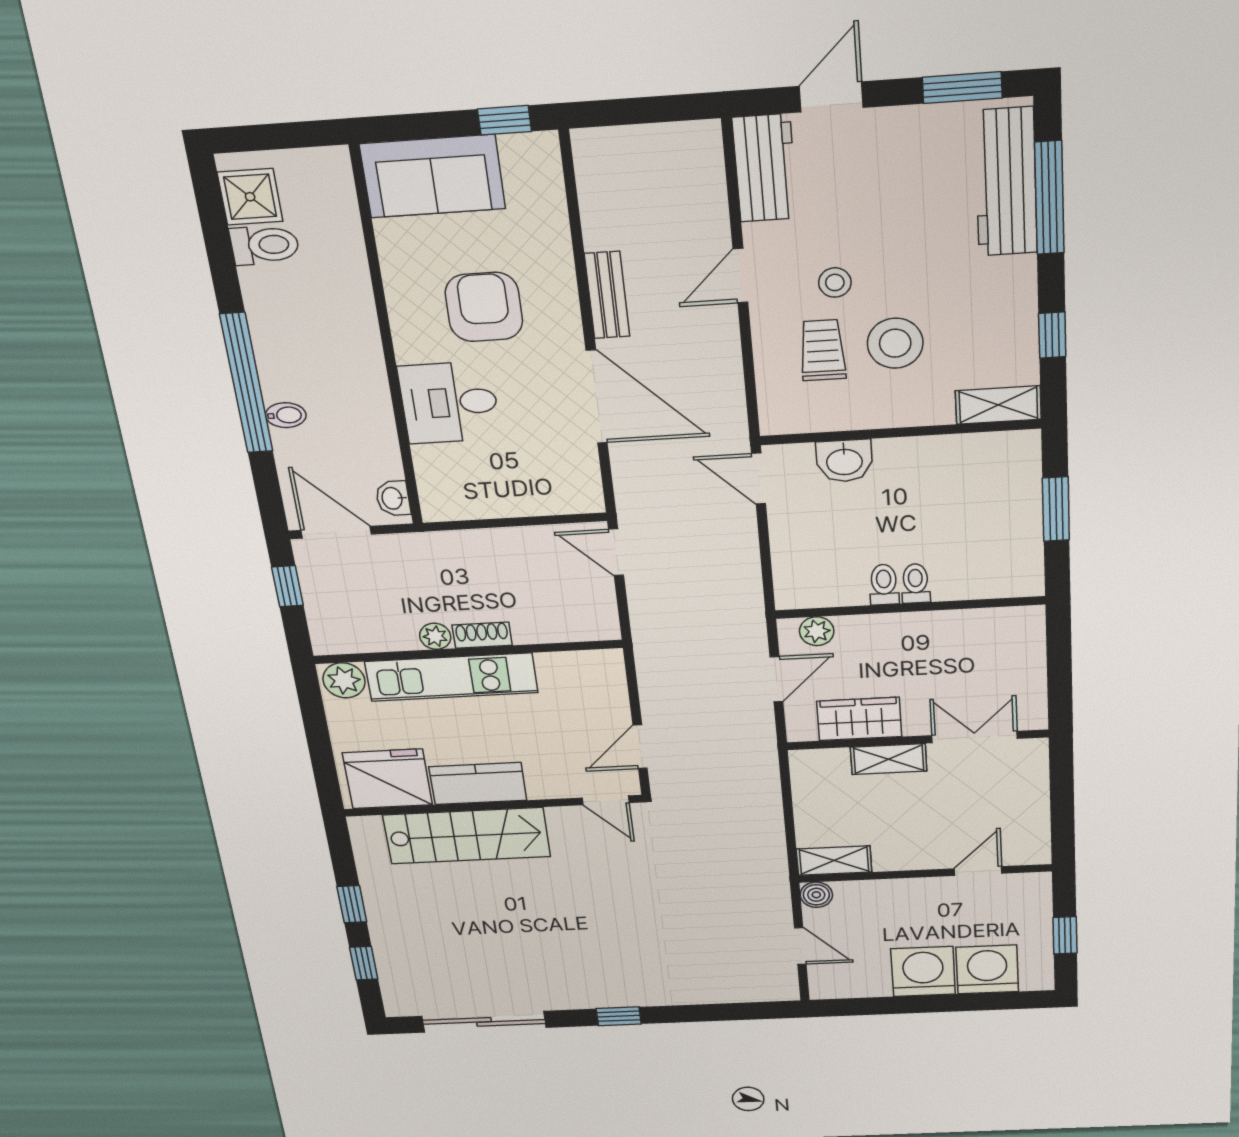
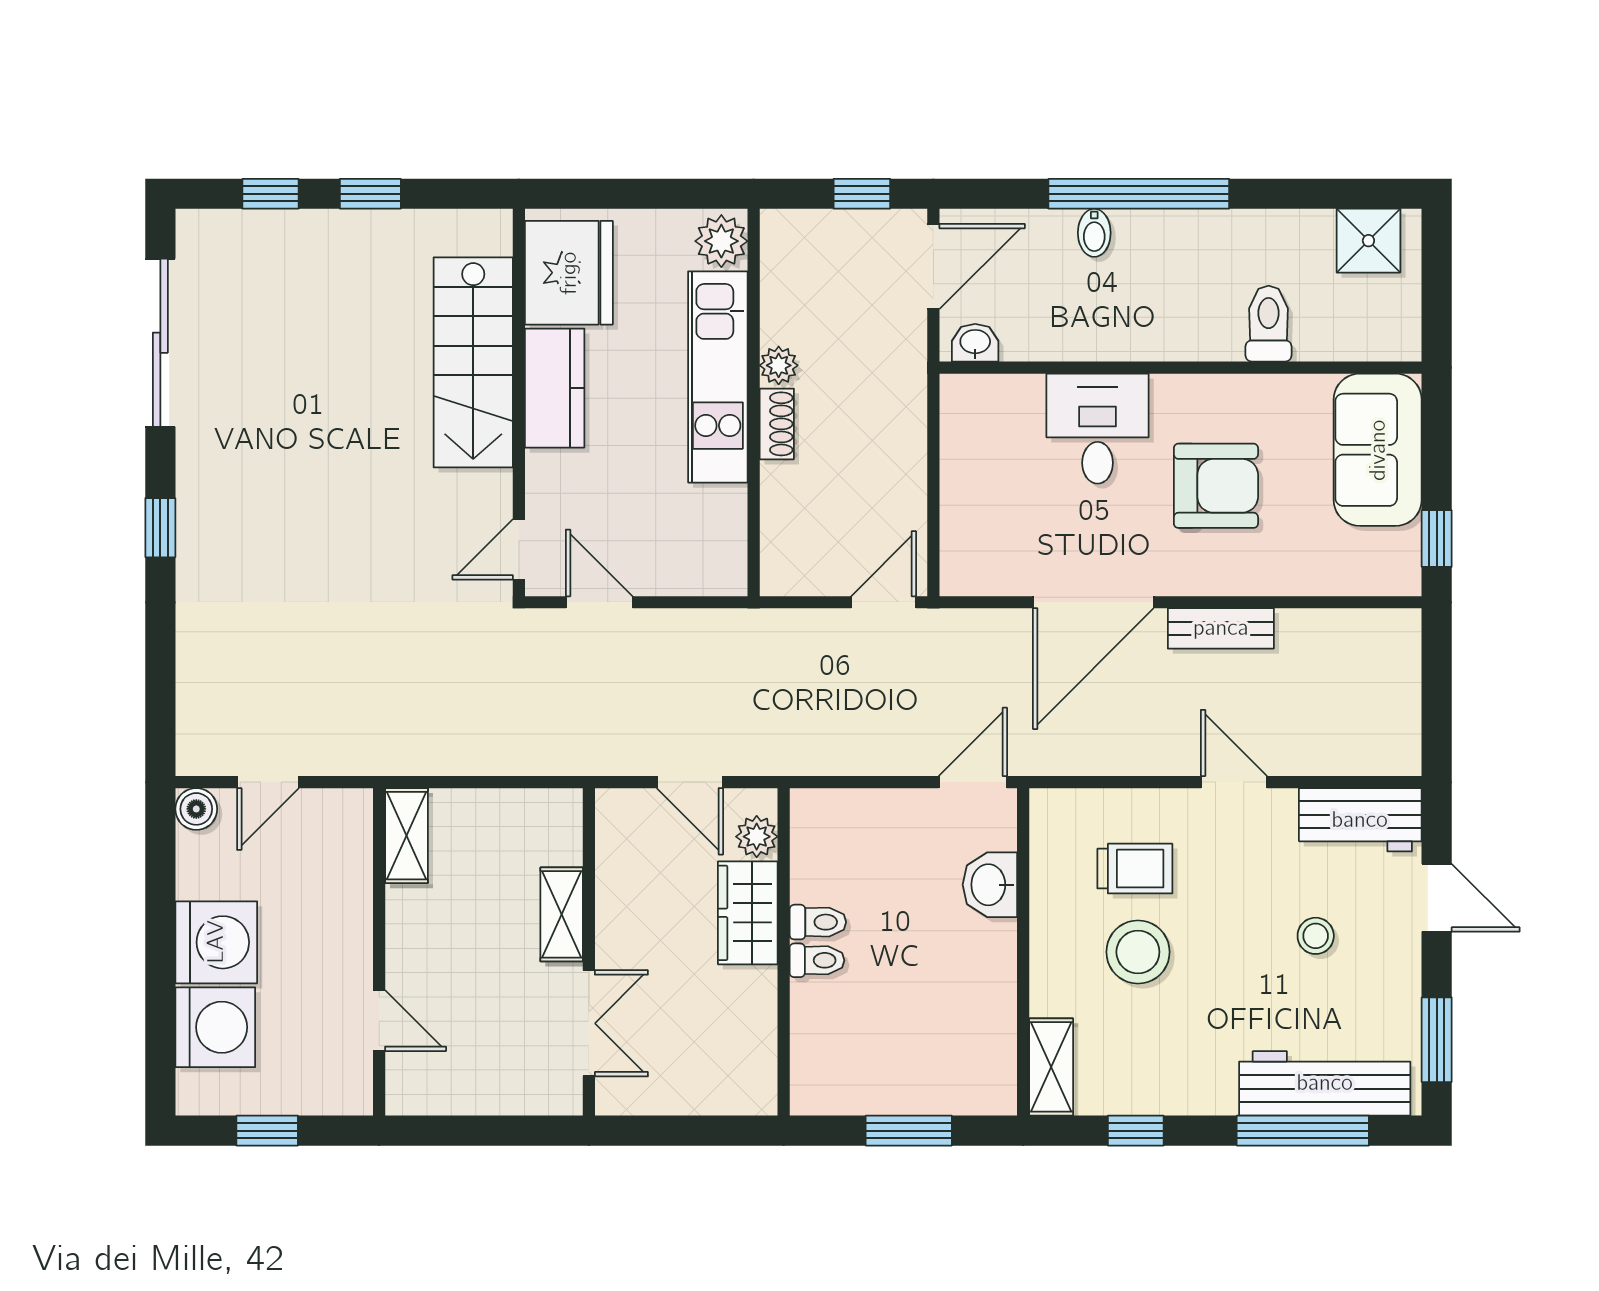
toilet: (265, 245) -> (1269, 324), moved, turned 180
stool: (835, 283) -> (1316, 936), moved
wardrobe: (859, 719) -> (748, 913), moved, turned 180
boiler: (816, 895) -> (196, 809), moved

